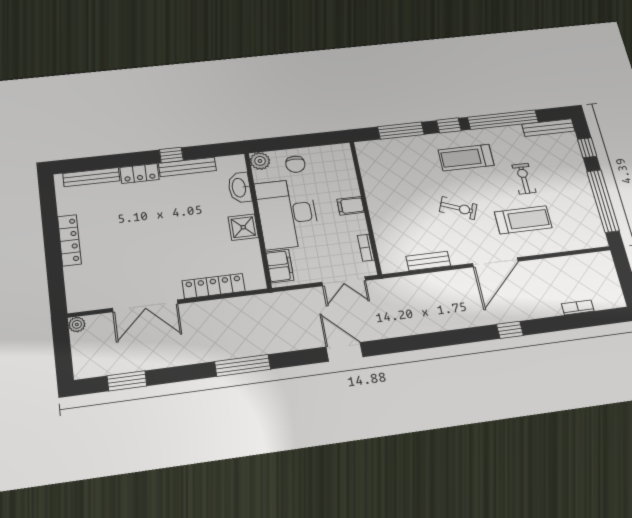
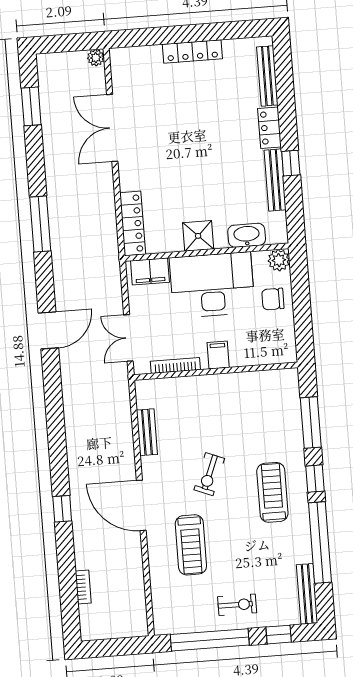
exercise bike: (524, 179) -> (237, 605), moved
bookcase: (366, 248) -> (175, 365), width x1.56
locker: (214, 286) -> (133, 223), moved

